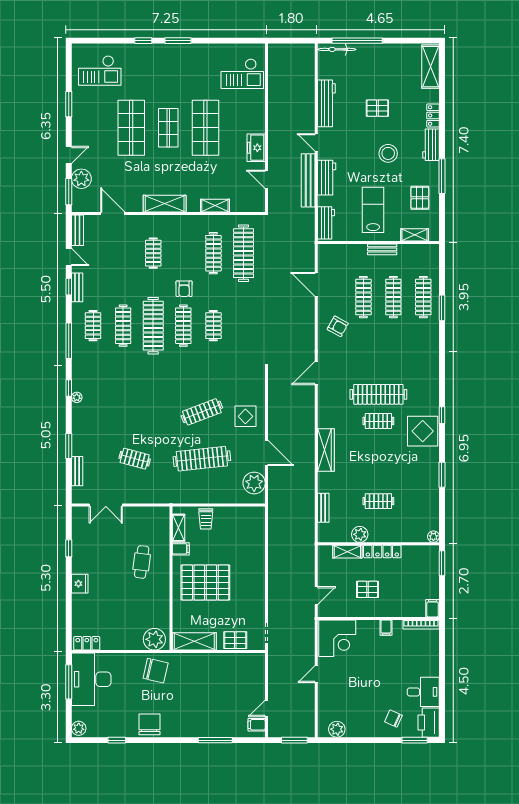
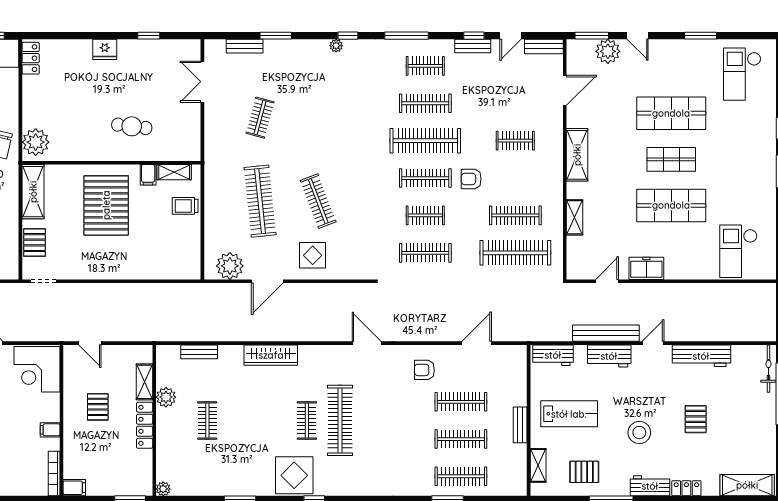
clothes rail: (244, 326) -> (425, 253), added
armchair: (338, 326) -> (424, 370), turned 61

